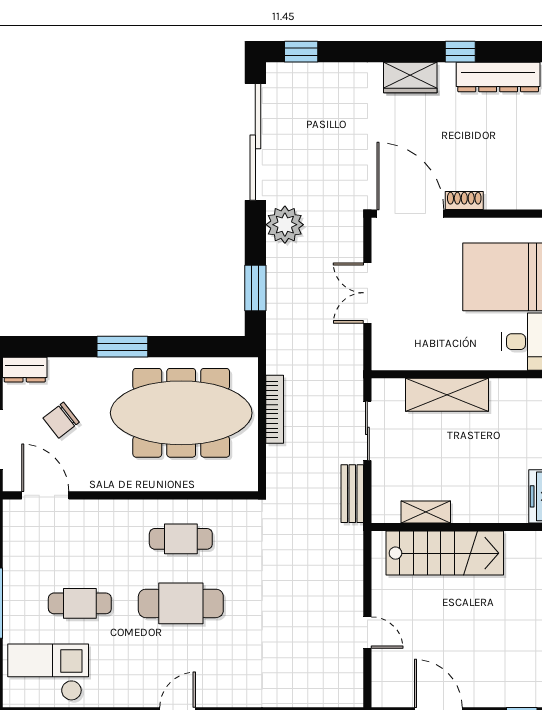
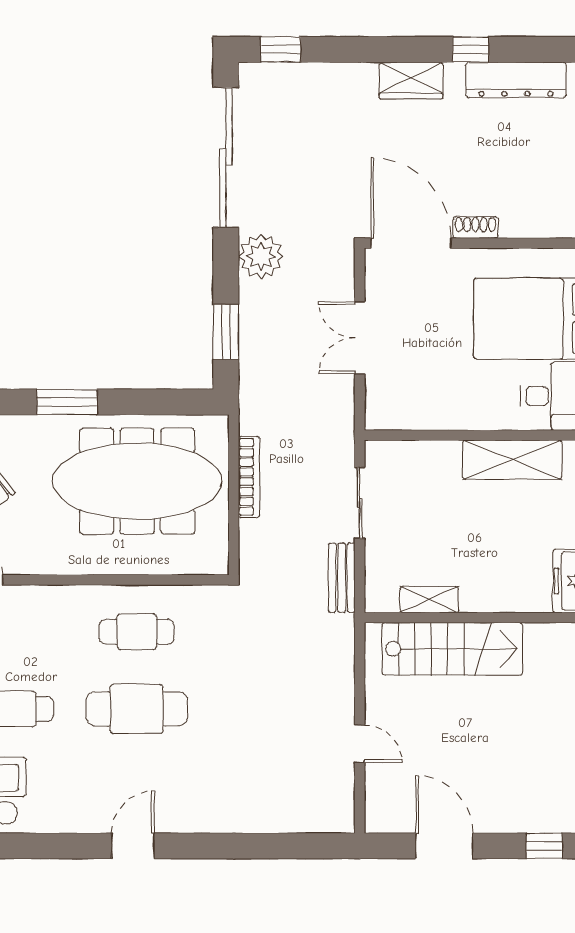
shelving: (447, 395) -> (512, 460), moved

